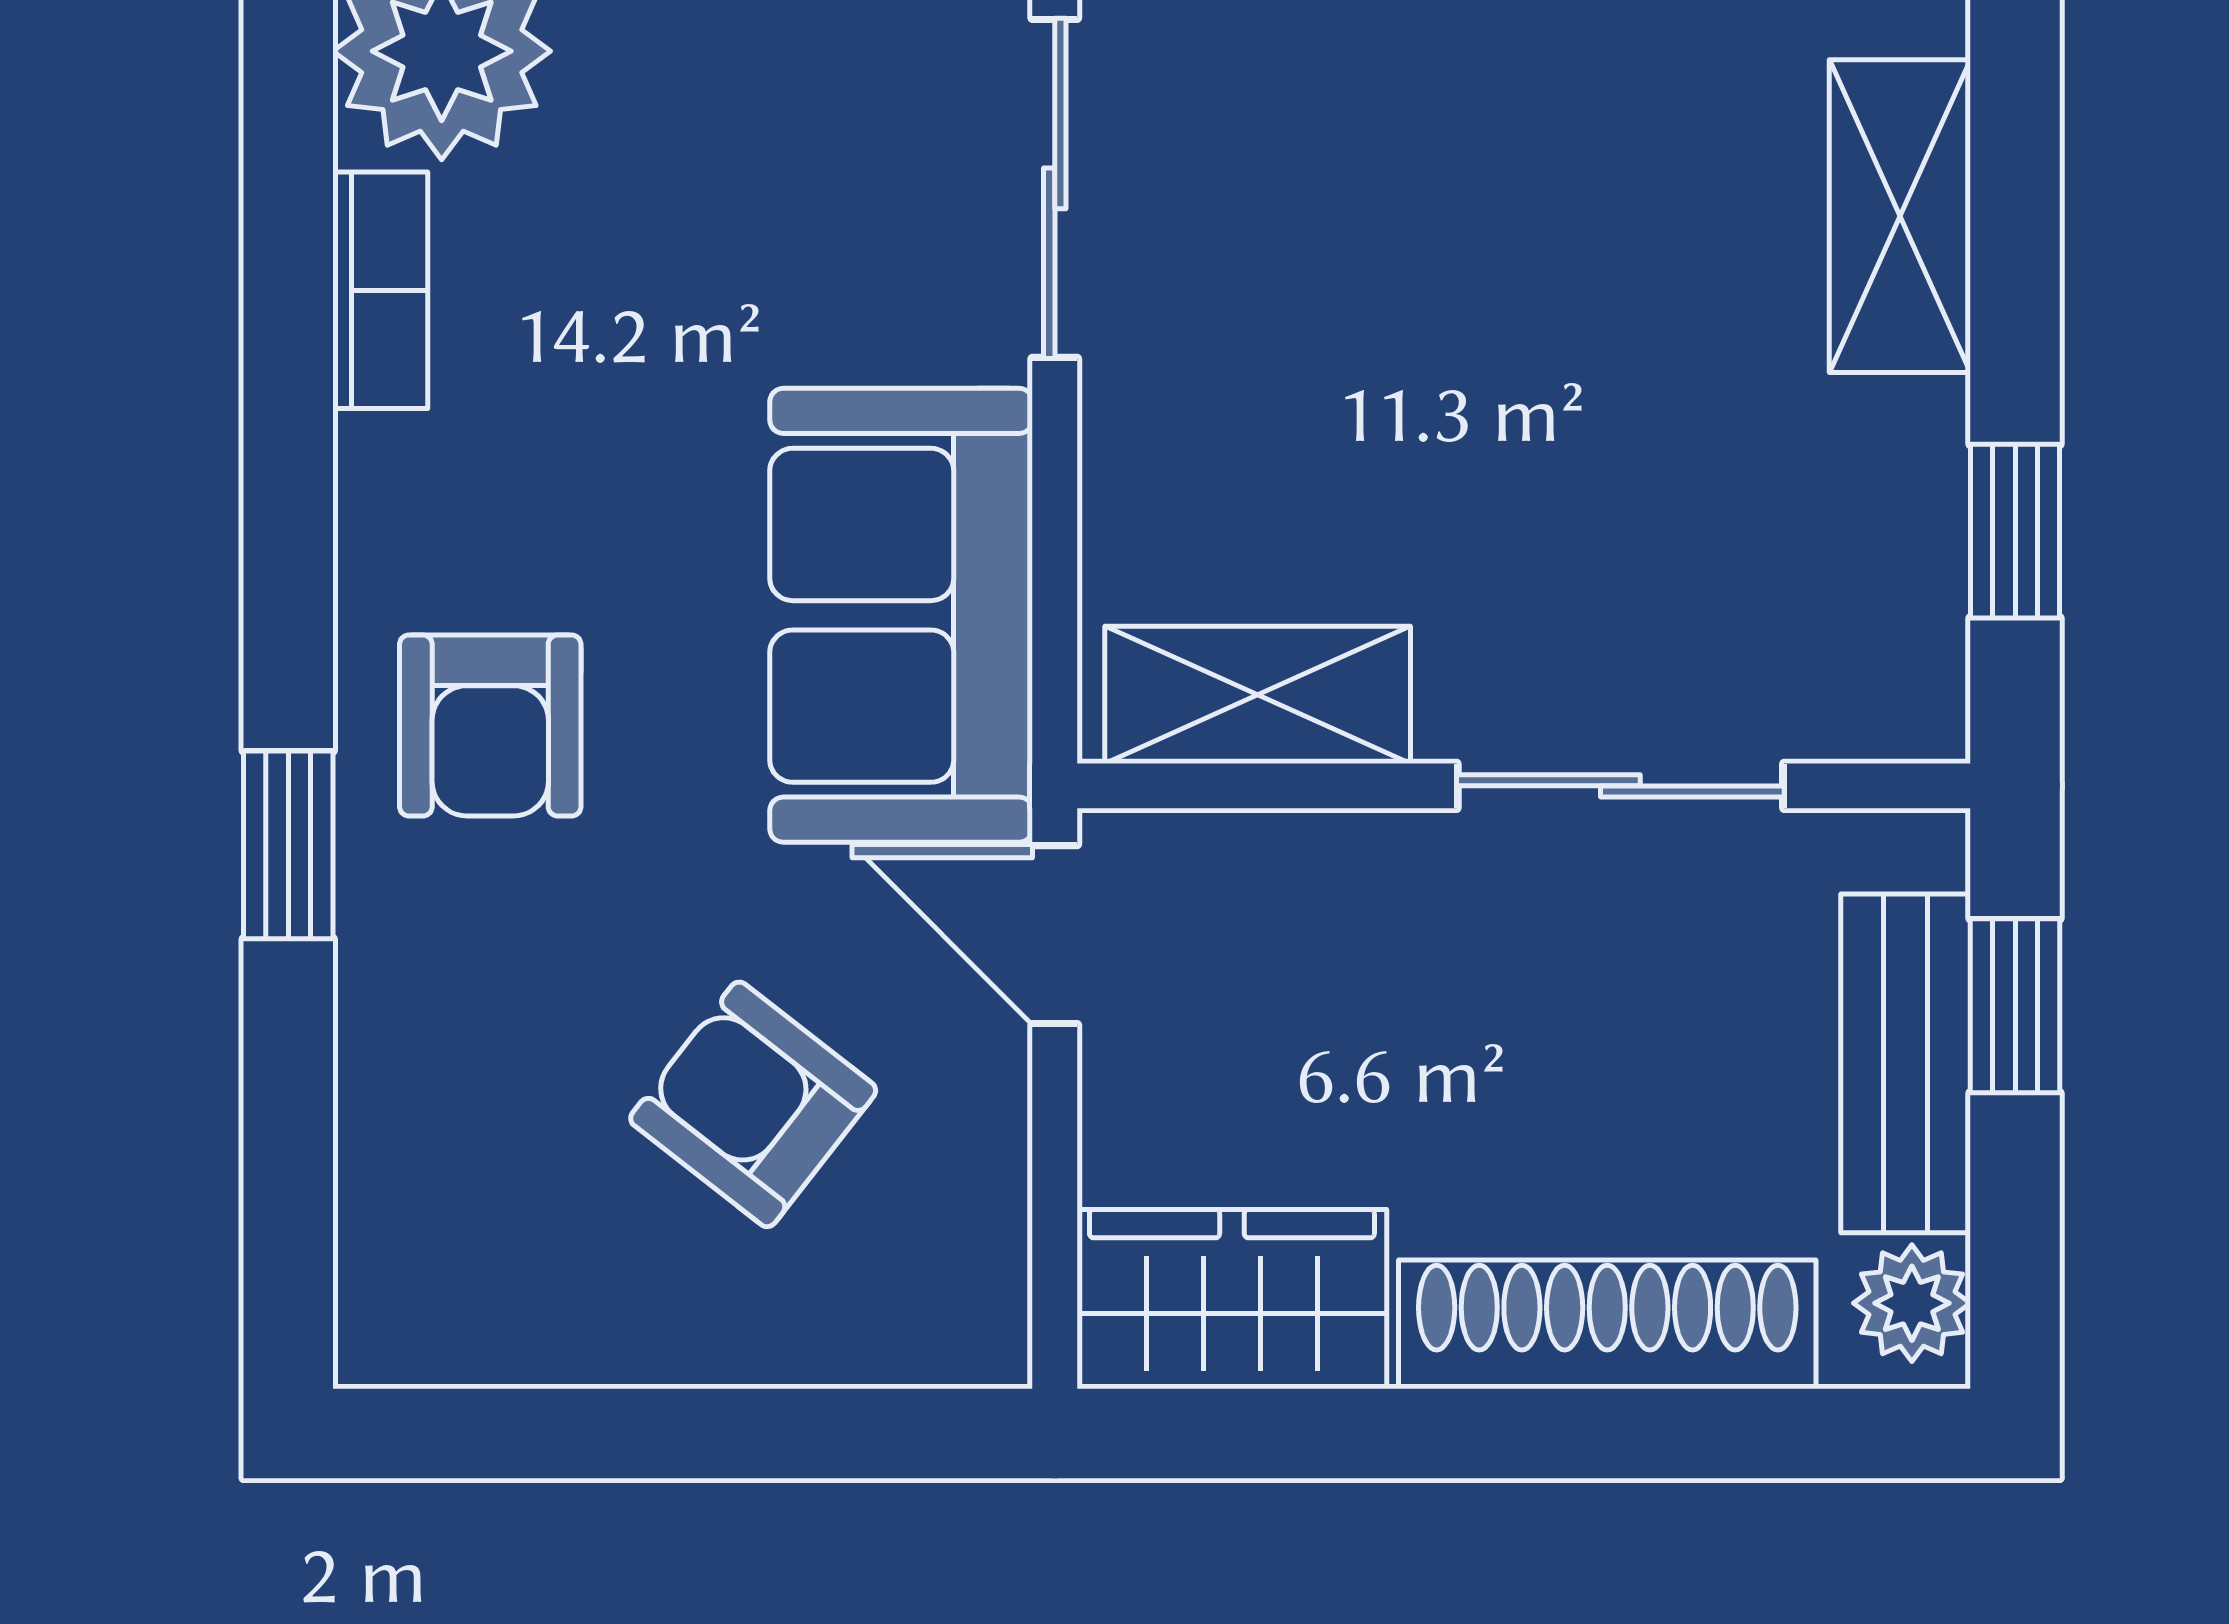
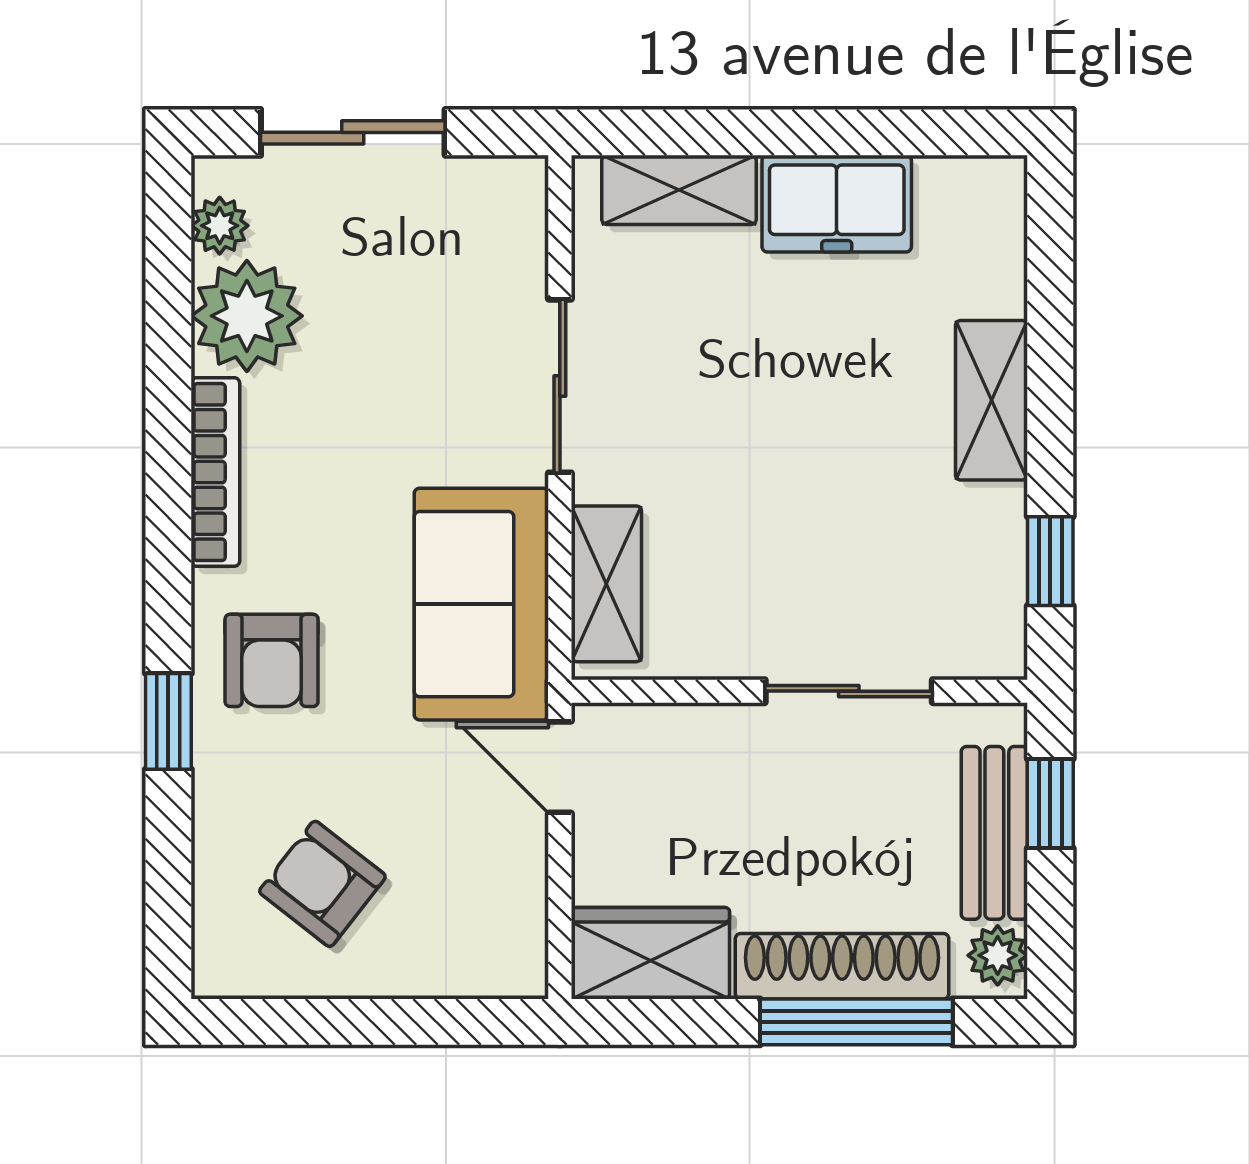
bookcase: (380, 290) -> (215, 472), width x1.56
shelving: (1258, 695) -> (606, 584), moved, turned 90
armchair: (753, 1104) -> (322, 884), moved
window: (1635, 1433) -> (856, 1022), added

